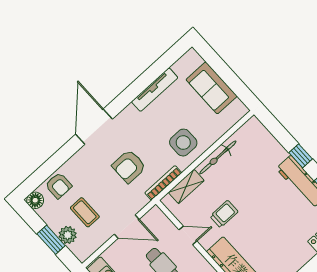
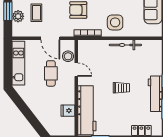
shelving: (186, 186) -> (97, 45), removed
trolley: (224, 214) -> (121, 88), moved
stool: (165, 229) -> (68, 56), added

